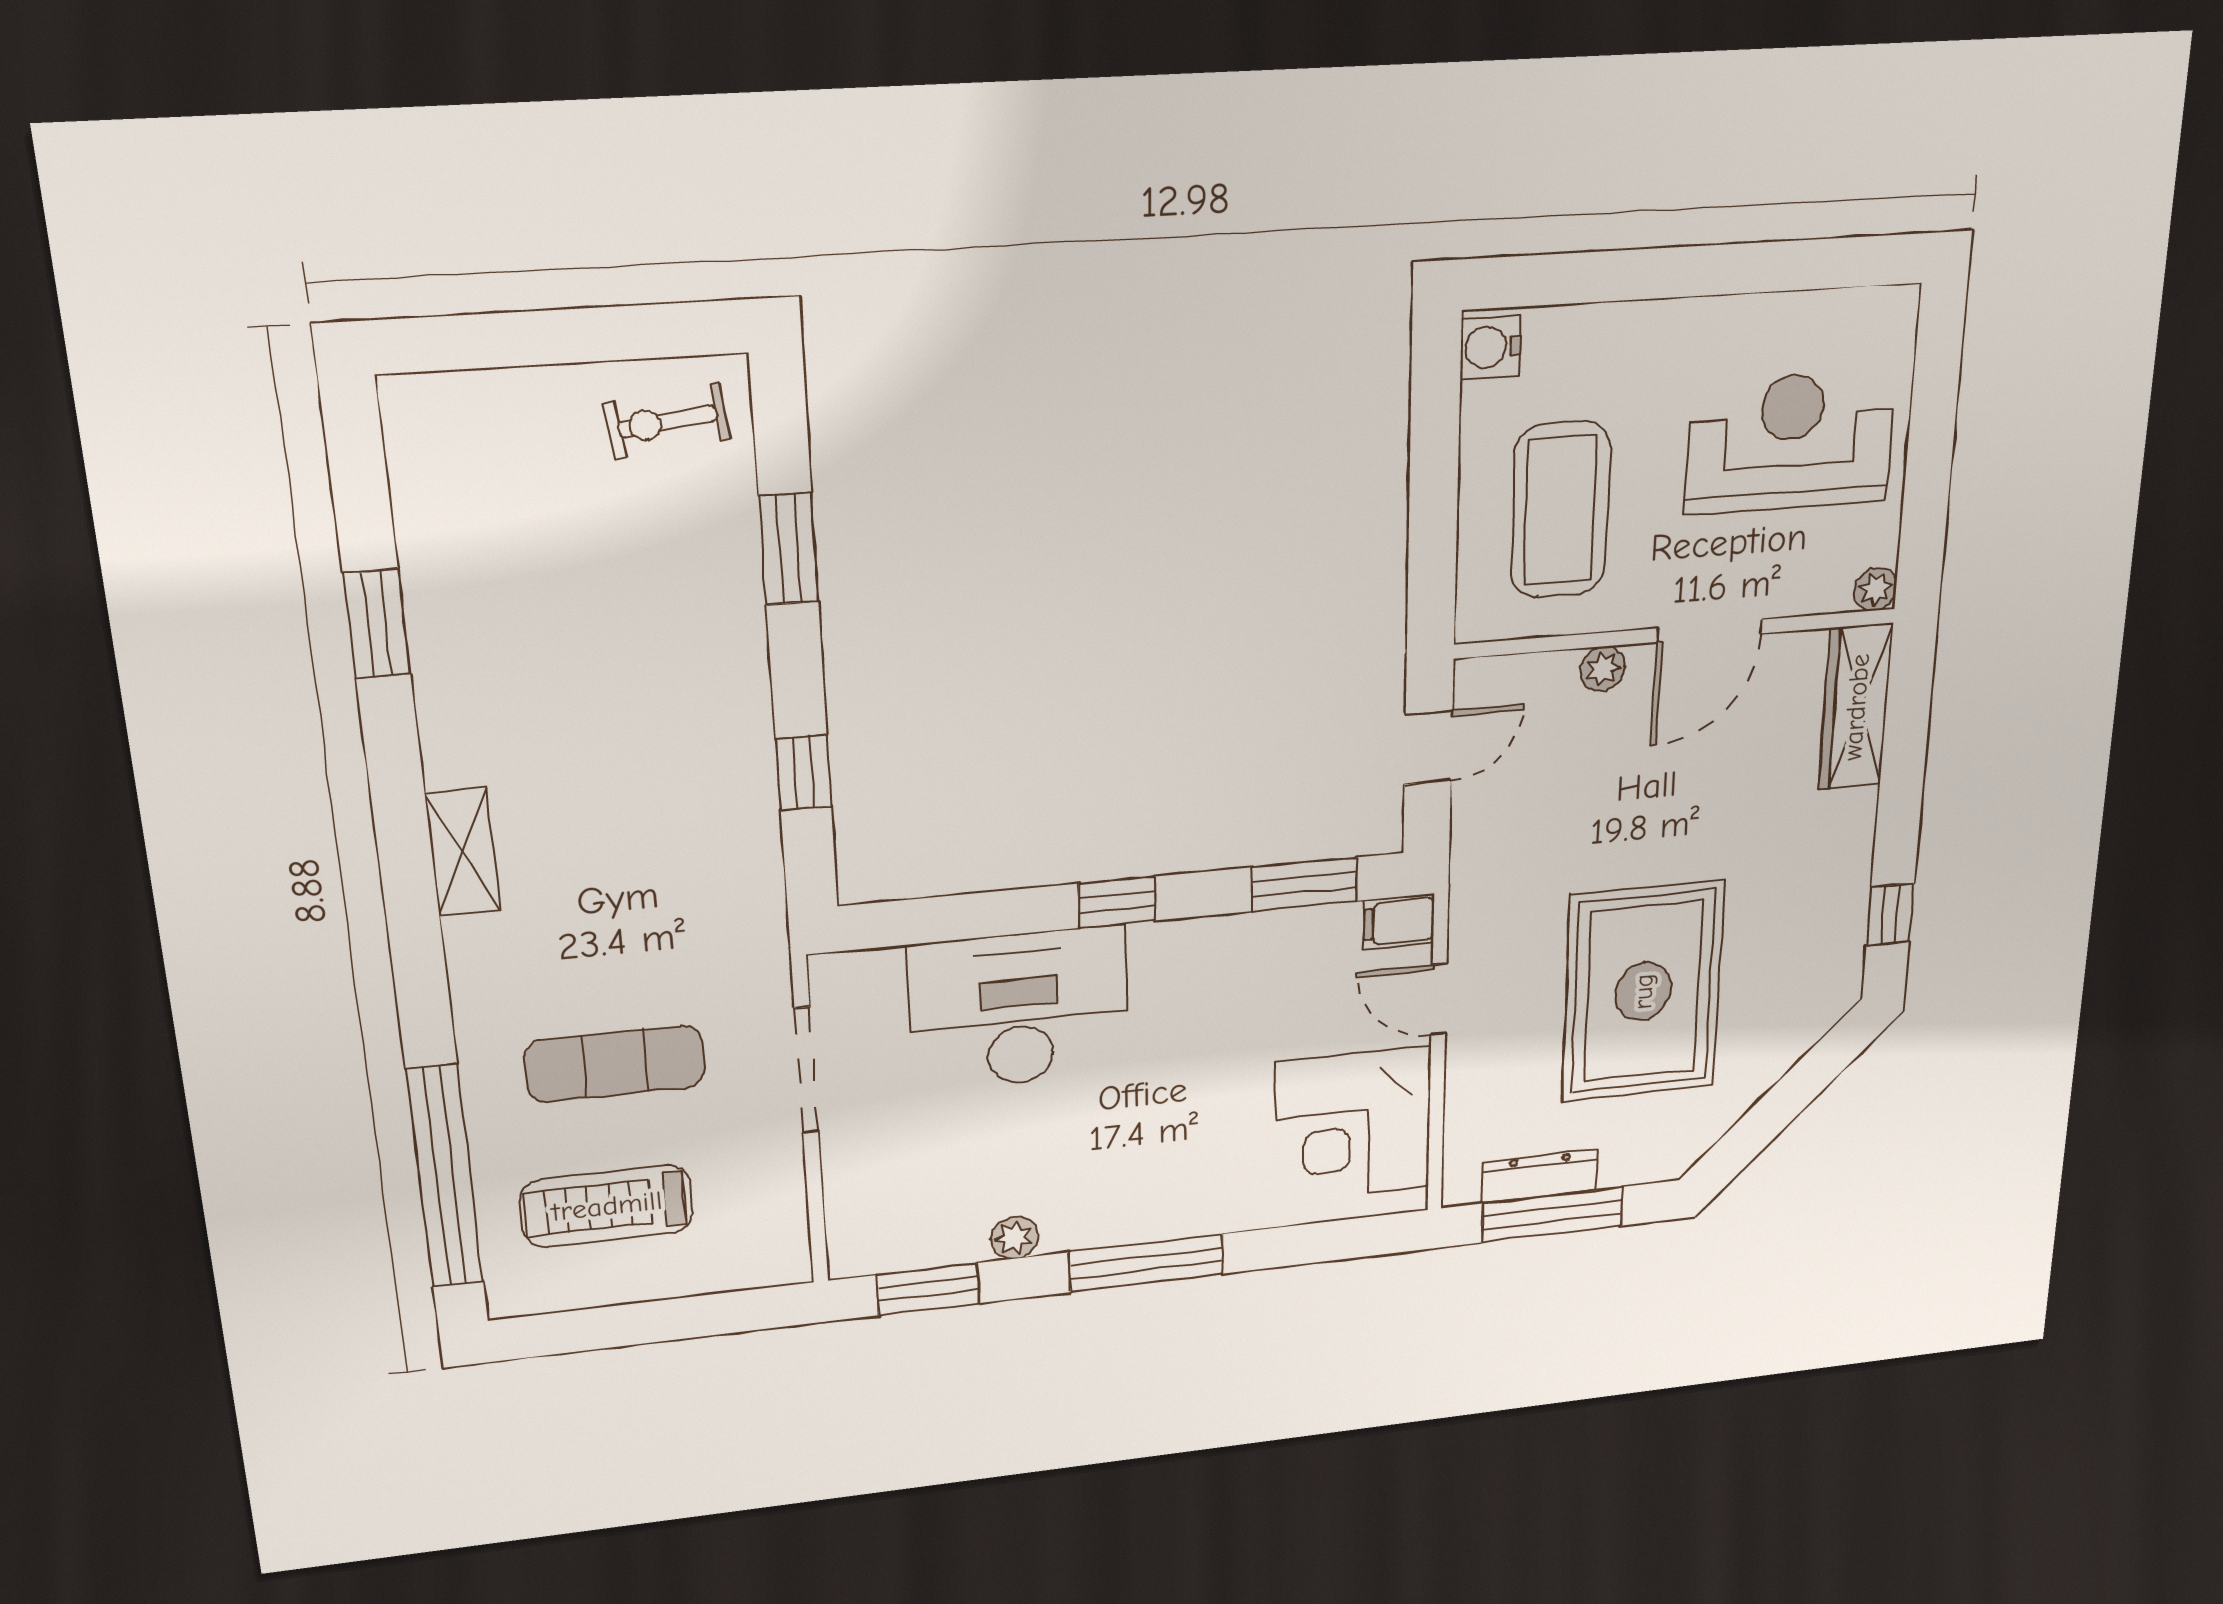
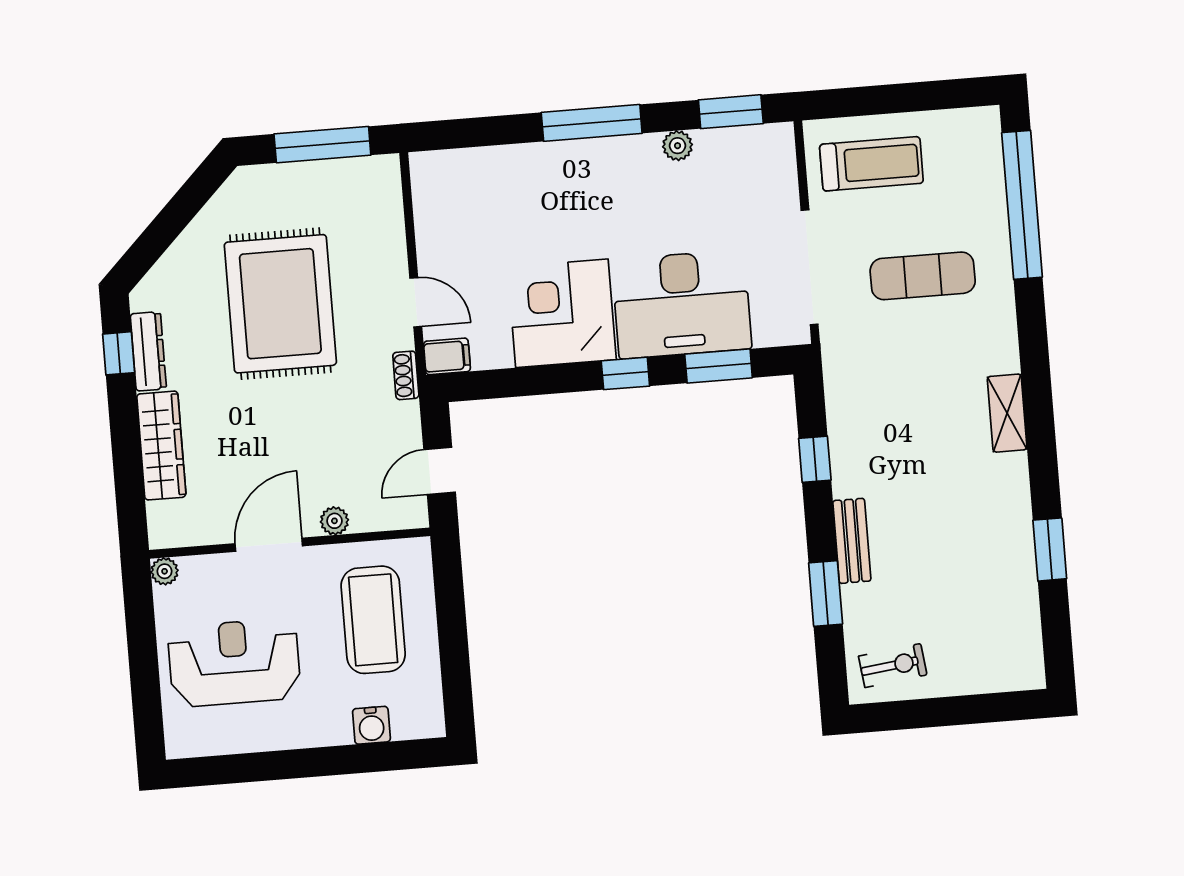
water cooler: (1491, 347) -> (371, 725), moved, turned 90
reception desk: (1790, 442) -> (234, 663), turned 180
bench: (740, 638) -> (852, 541), added
wardrobe: (1856, 707) -> (161, 446), moved
window: (1304, 884) -> (719, 366), moved
shoe rack: (1466, 892) -> (406, 375), added
doorway: (806, 1071) -> (810, 267), width x1.36
corner desk: (1353, 1125) -> (562, 313), moved, turned -90
dresser: (1539, 1176) -> (148, 351), moved, turned -90
treadmill: (607, 1206) -> (871, 164), moved

